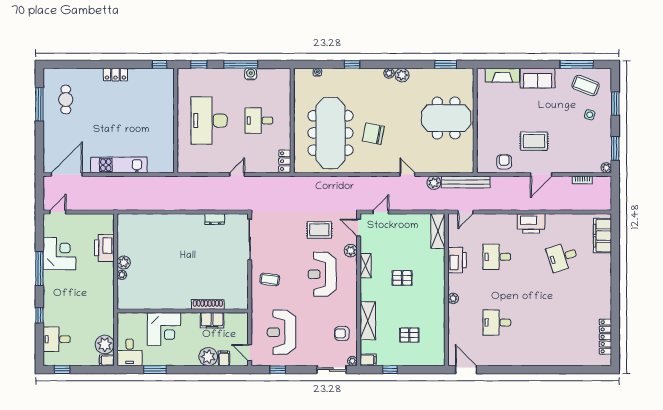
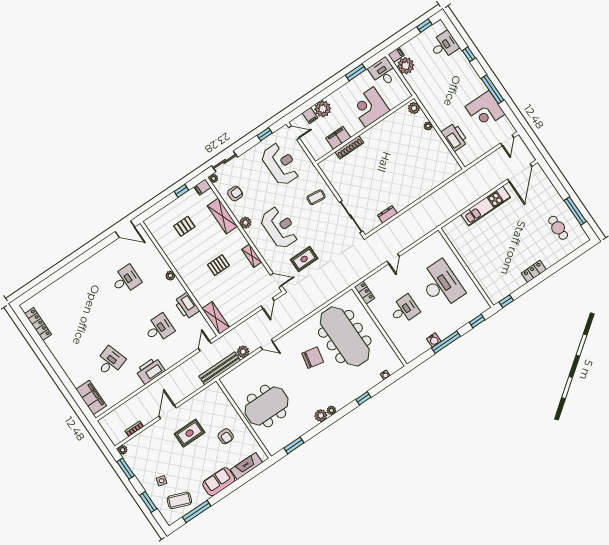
armchair: (504, 162) -> (226, 436), moved
plant: (351, 251) -> (245, 223), moved
plant: (124, 263) -> (414, 108), moved

